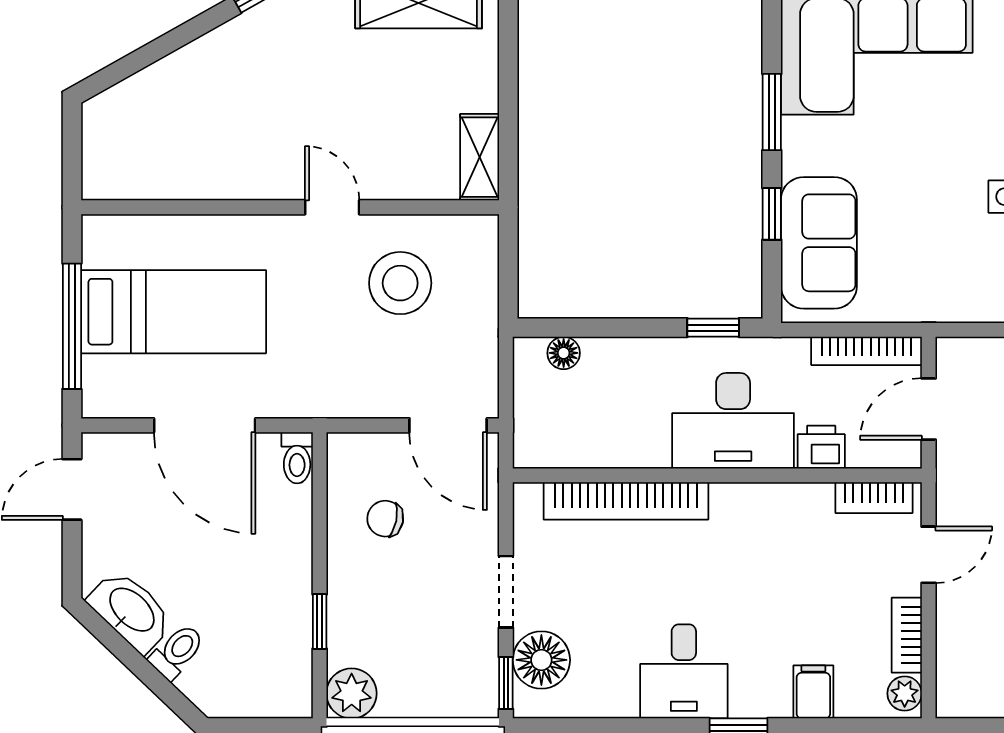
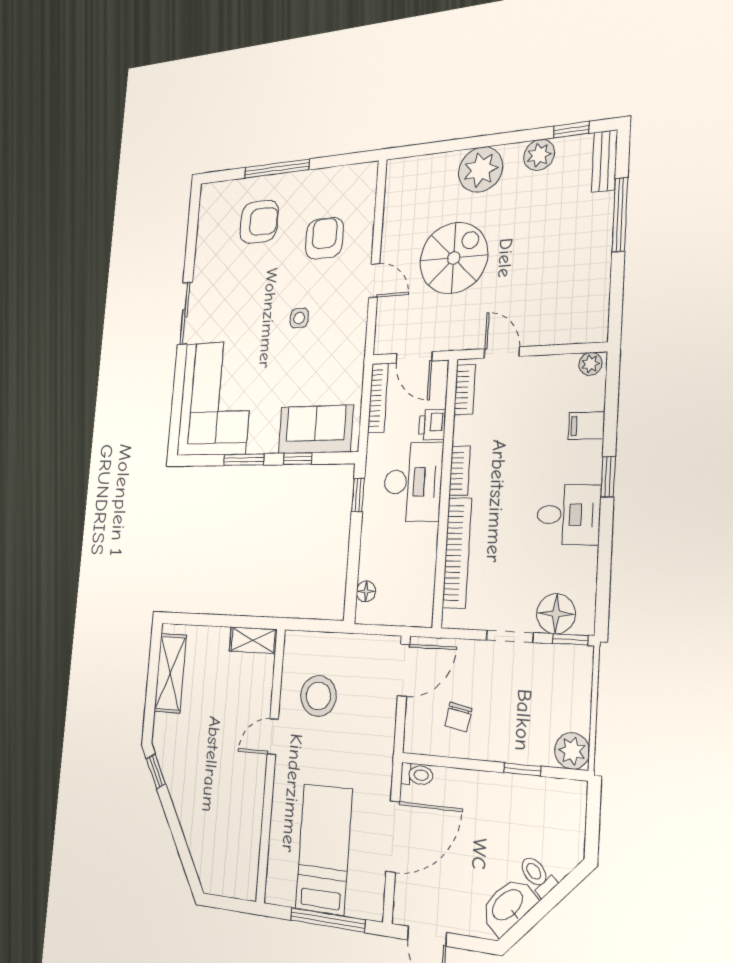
bookcase: (907, 635) -> (460, 471), moved, turned -90

